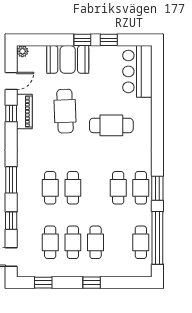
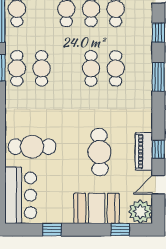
window: (82, 40) -> (120, 230), moved
plant: (22, 51) -> (140, 212), width x1.87, depth x1.87
cafe table: (111, 125) -> (32, 147), moved

